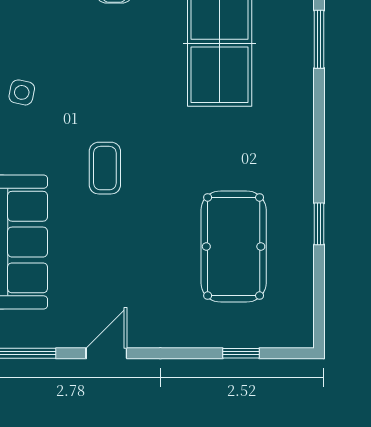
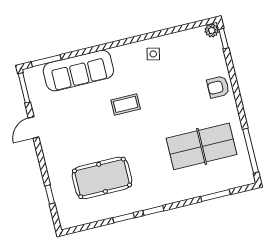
window: (319, 164) -> (153, 211), added
door: (106, 353) -> (34, 127), swing flipped

